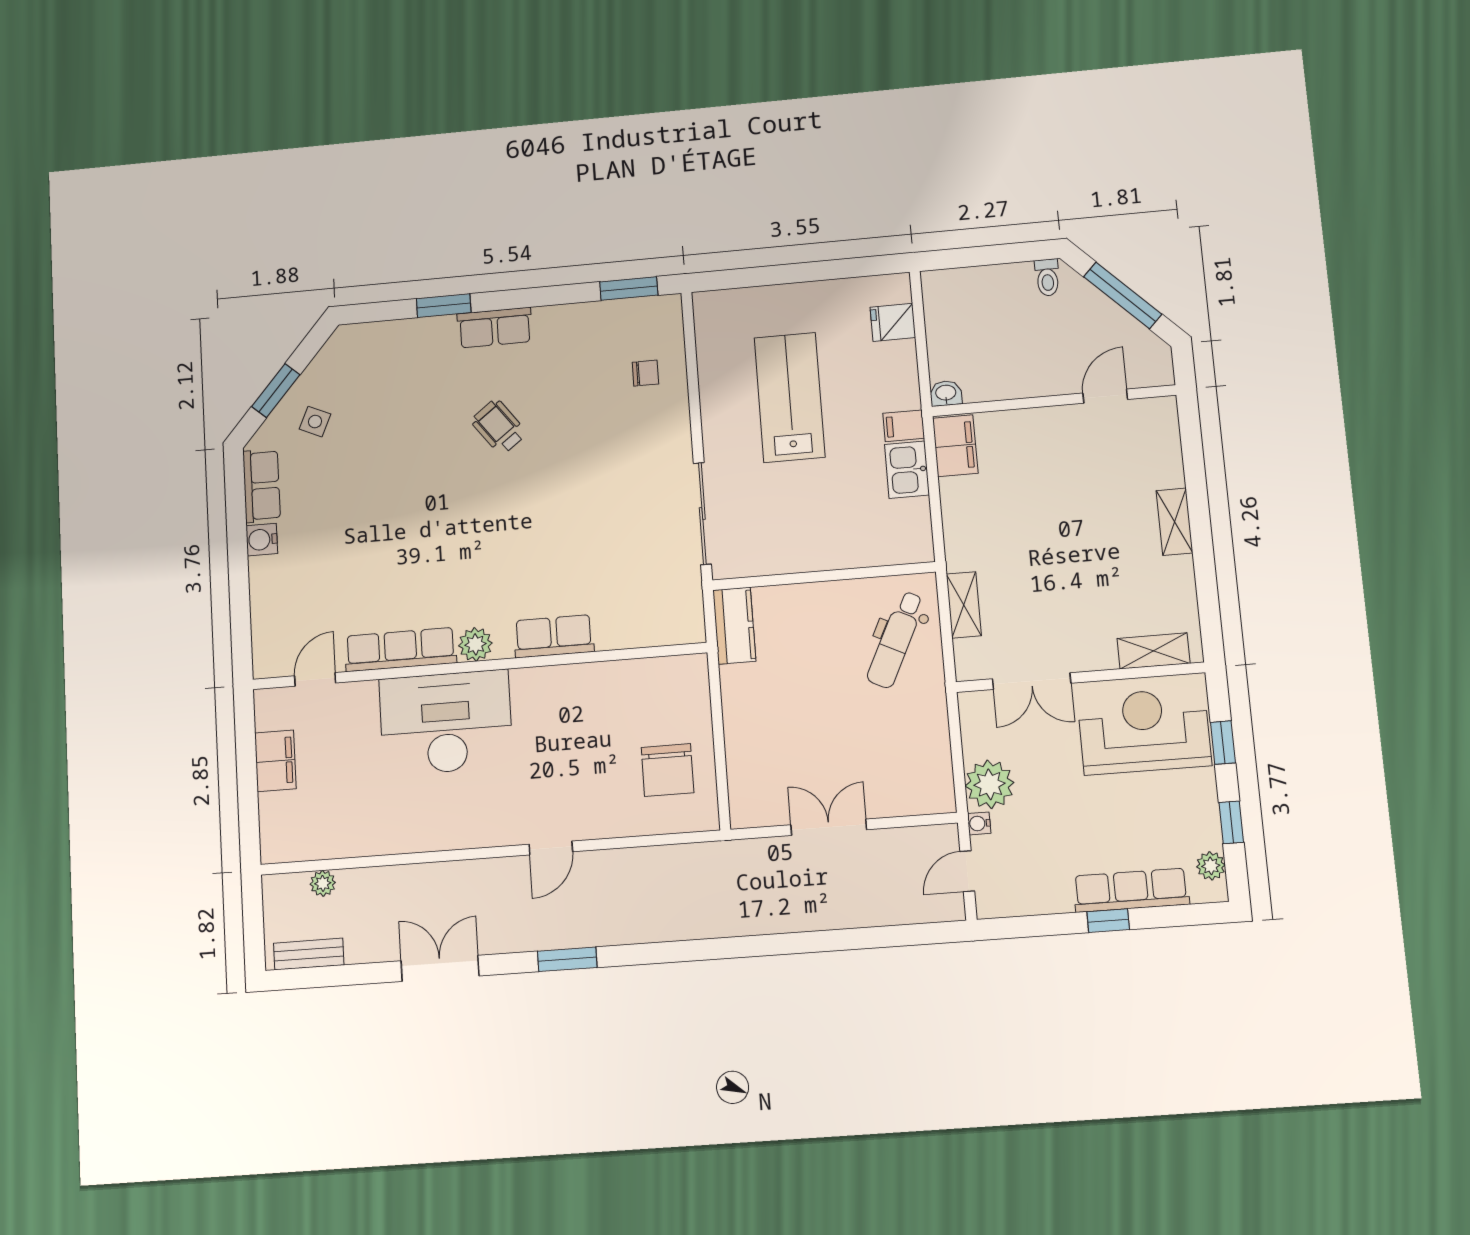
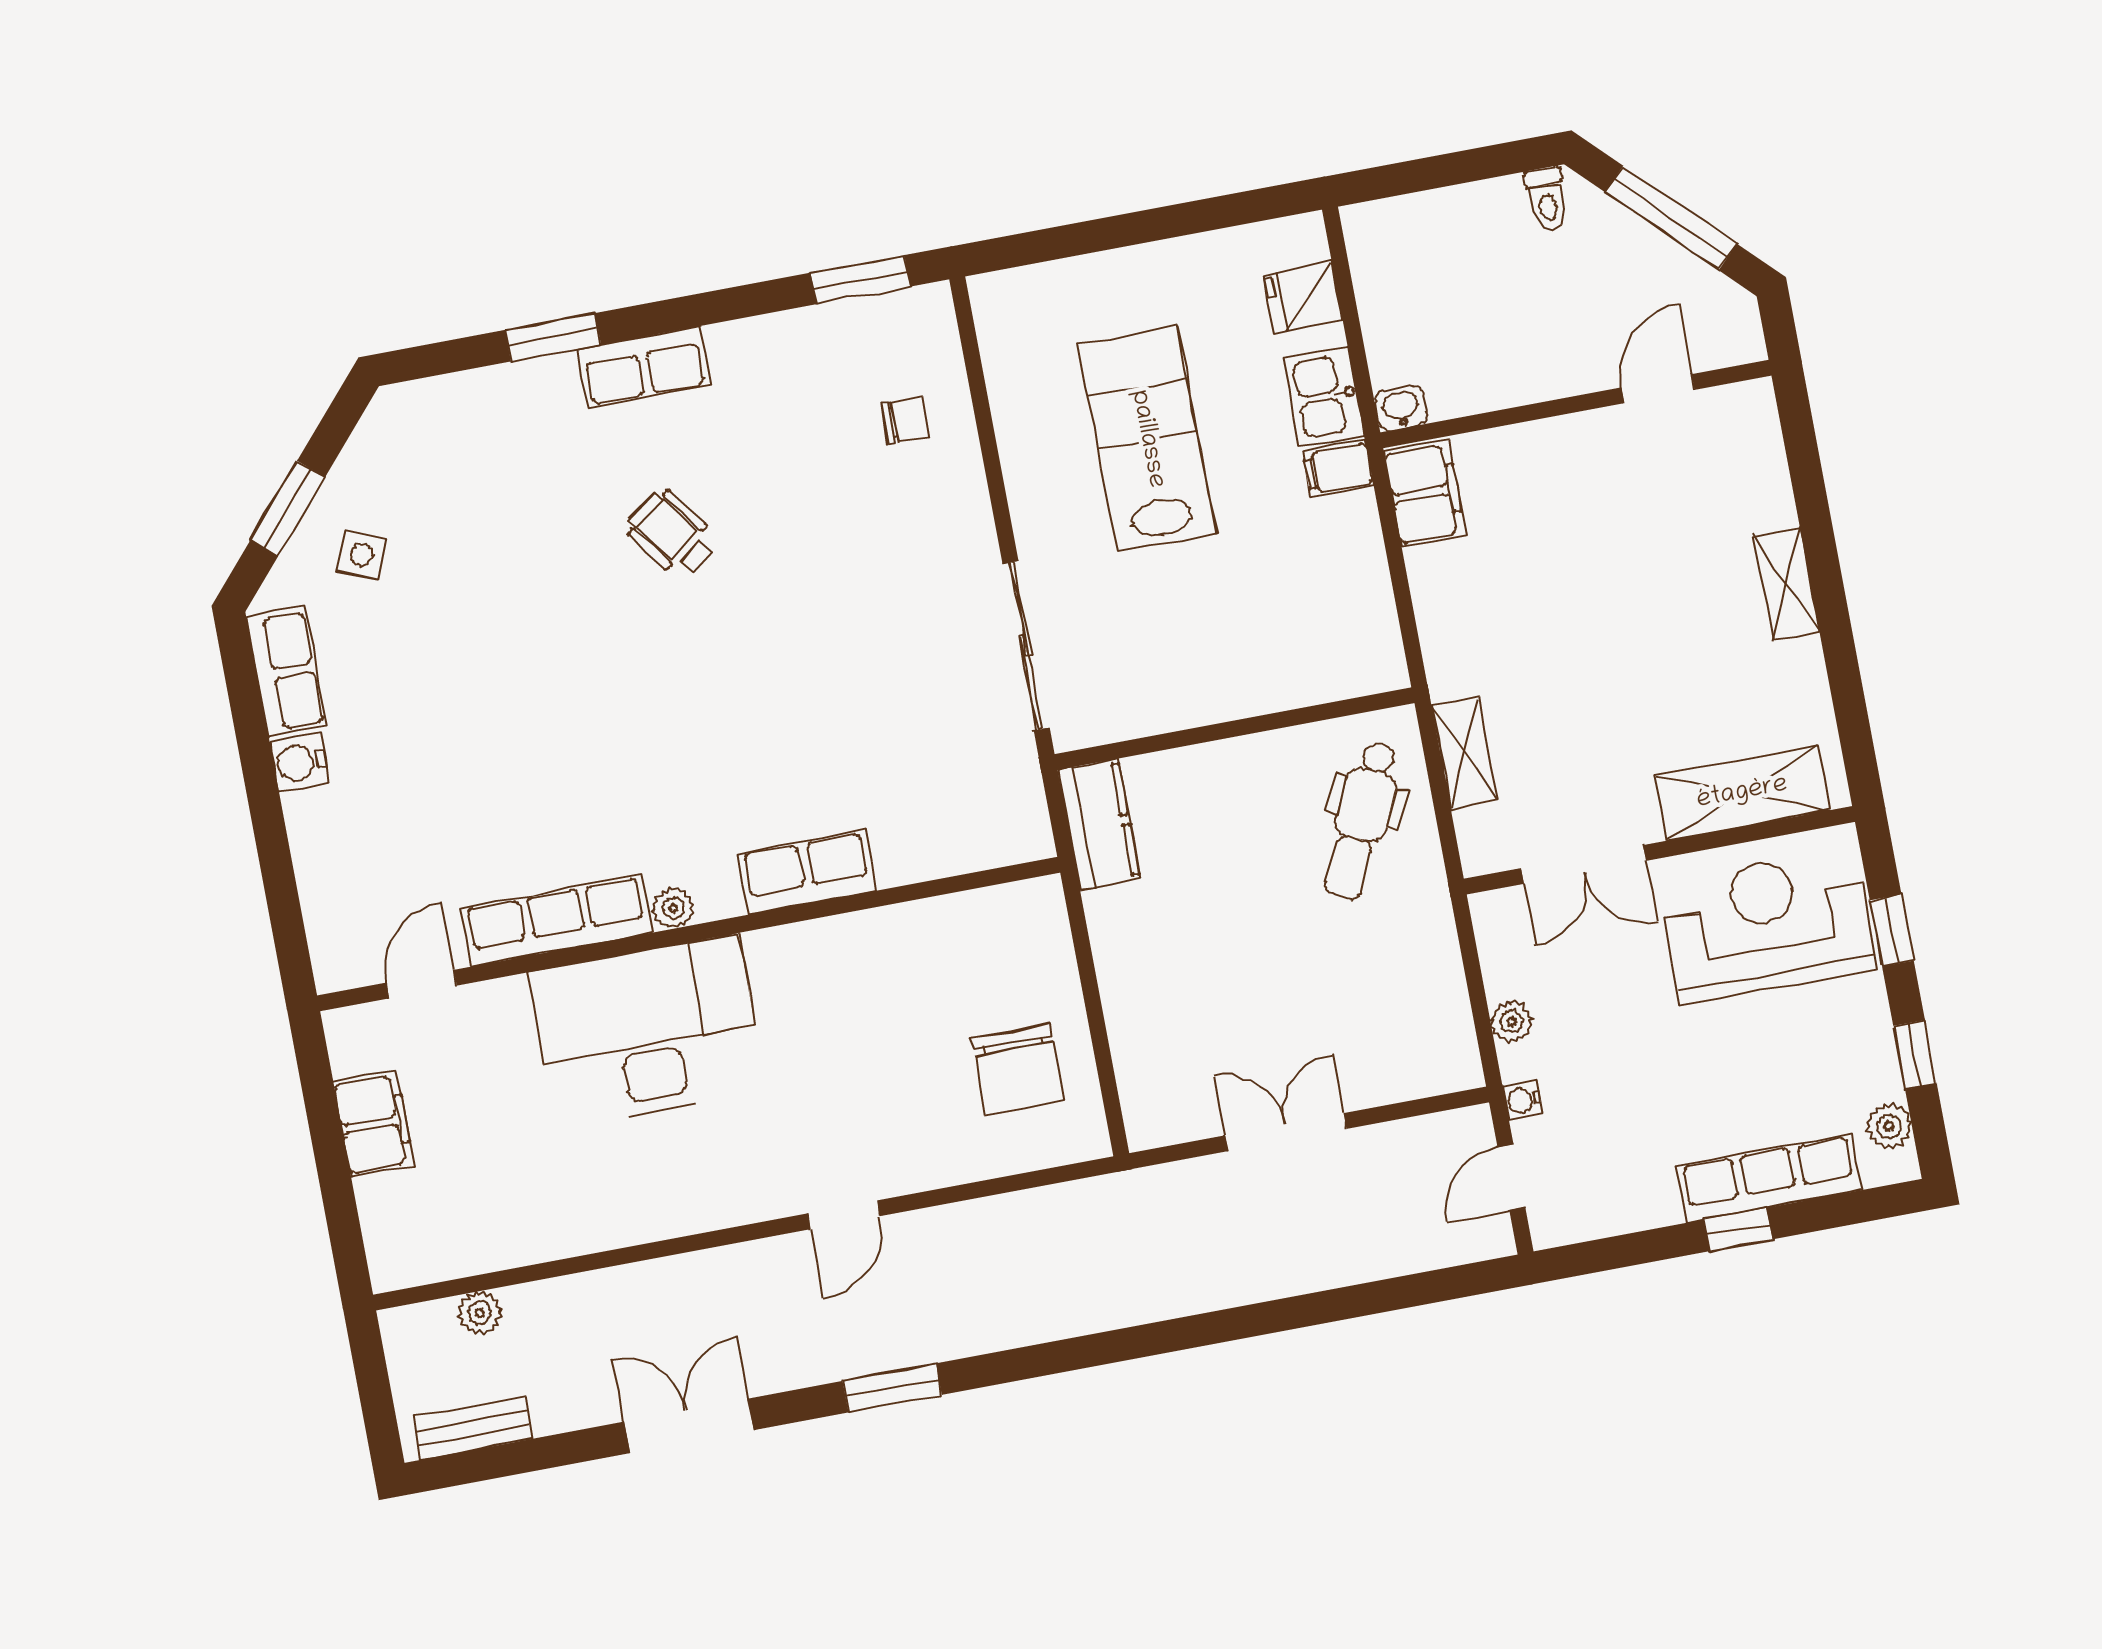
kitchen sink: (907, 470) -> (1324, 397), moved
plant: (475, 644) -> (673, 908), width x0.73, depth x0.73
shelving: (1153, 651) -> (1742, 793), width x1.50, depth x1.33
plant: (990, 784) -> (1512, 1022), width x0.53, depth x0.53

